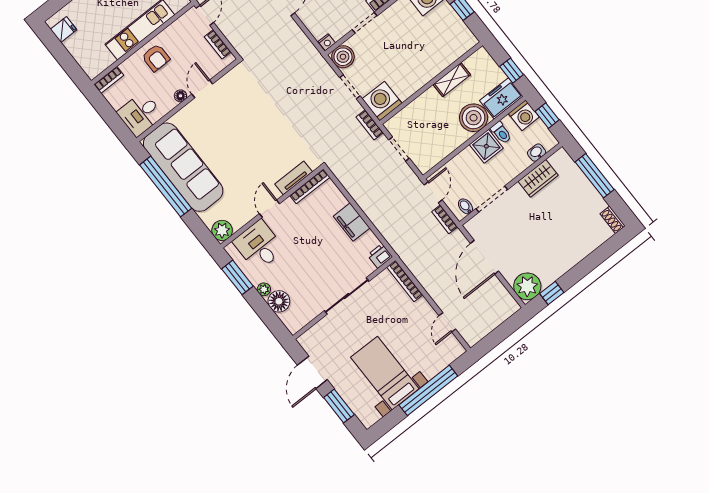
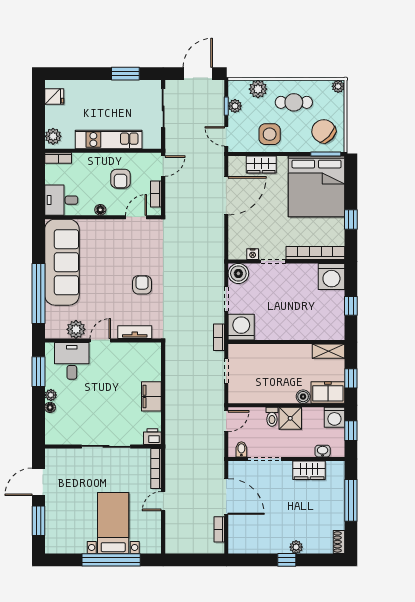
nightstand: (327, 42) -> (253, 254), moved
armchair: (156, 58) -> (121, 179), moved
plant: (90, 65) -> (53, 136), added
shelving: (452, 80) -> (329, 351), moved
door: (202, 89) -> (136, 217), moved
boiler: (474, 118) -> (303, 397), width x0.54, depth x0.54
armchair: (268, 132) -> (142, 285), added
toilet: (501, 133) -> (272, 417), moved
bookcase: (310, 186) -> (142, 347), removed
window: (166, 187) -> (39, 293), moved
bookcase: (445, 219) -> (219, 529), moved
plant: (222, 230) -> (76, 329), moved
door: (485, 257) -> (226, 497), swing flipped
plant: (527, 286) -> (296, 547), moved, width x0.53, depth x0.53
window: (552, 293) -> (287, 560), moved
floor lamp: (279, 301) -> (50, 407), width x0.53, depth x0.53
door: (447, 322) -> (163, 501), moved
bed with nightstands: (385, 373) -> (113, 523), moved

